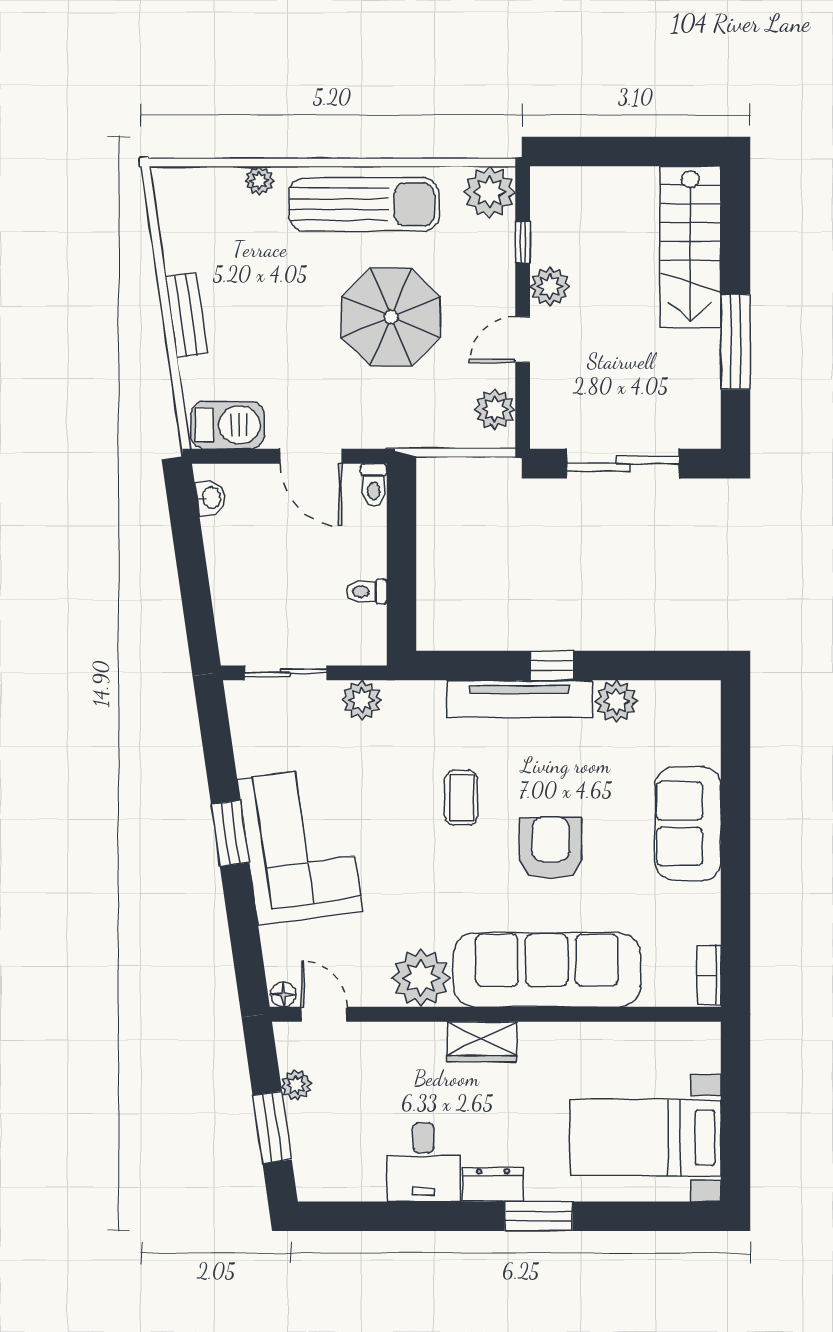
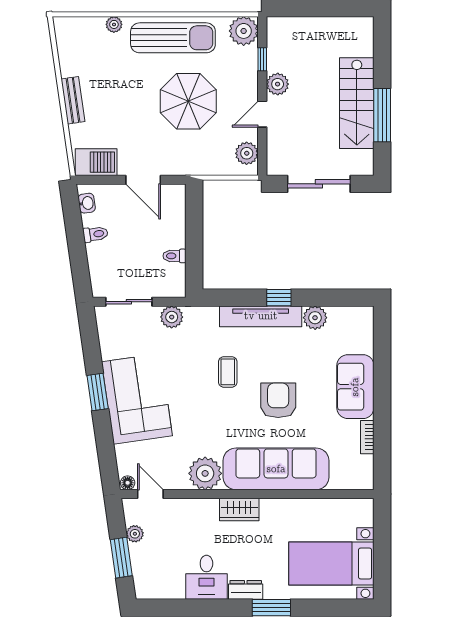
stairs: (690, 247) -> (357, 103), moved
toilet: (374, 485) -> (95, 234), moved, turned -98
bookcase: (709, 975) -> (367, 437), moved

